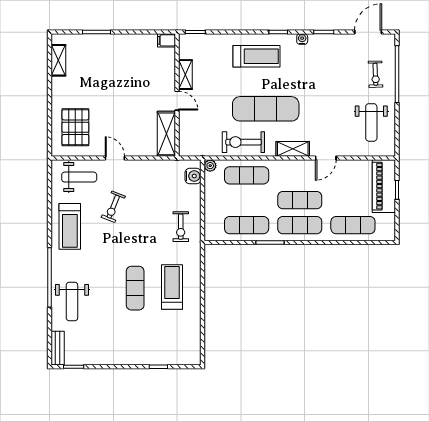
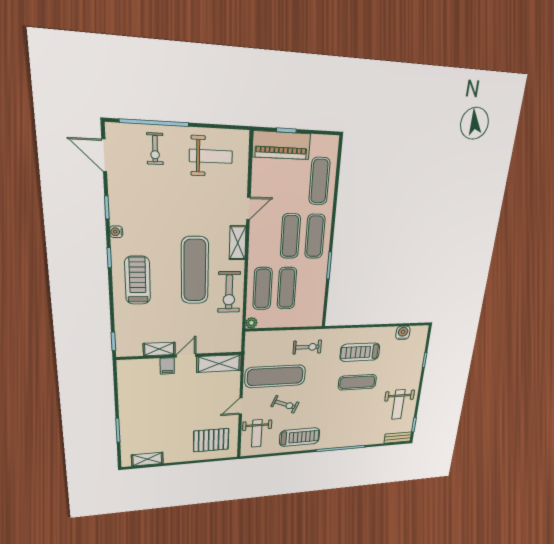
filing cabinet: (167, 40) -> (167, 366), moved
exercise bike: (375, 74) -> (155, 149), turned 92
door: (326, 158) -> (248, 208), hinge flipped
water cooler: (193, 176) -> (403, 333), moved
weight bench: (79, 177) -> (257, 433), turned 180
exercise mat: (148, 194) -> (275, 376), added
exercise mat: (247, 225) -> (287, 288), moved
weight bench: (72, 302) -> (398, 404), moved, turned 90

